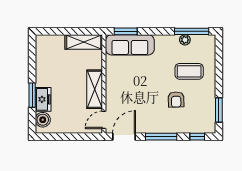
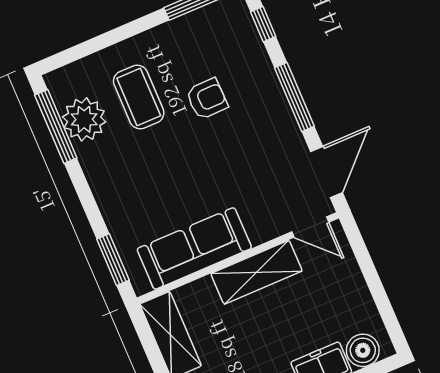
plant: (185, 40) -> (84, 119), width x1.87, depth x1.87
sofa: (130, 45) -> (194, 248), moved, turned -90
door: (124, 137) -> (327, 172), swing flipped

